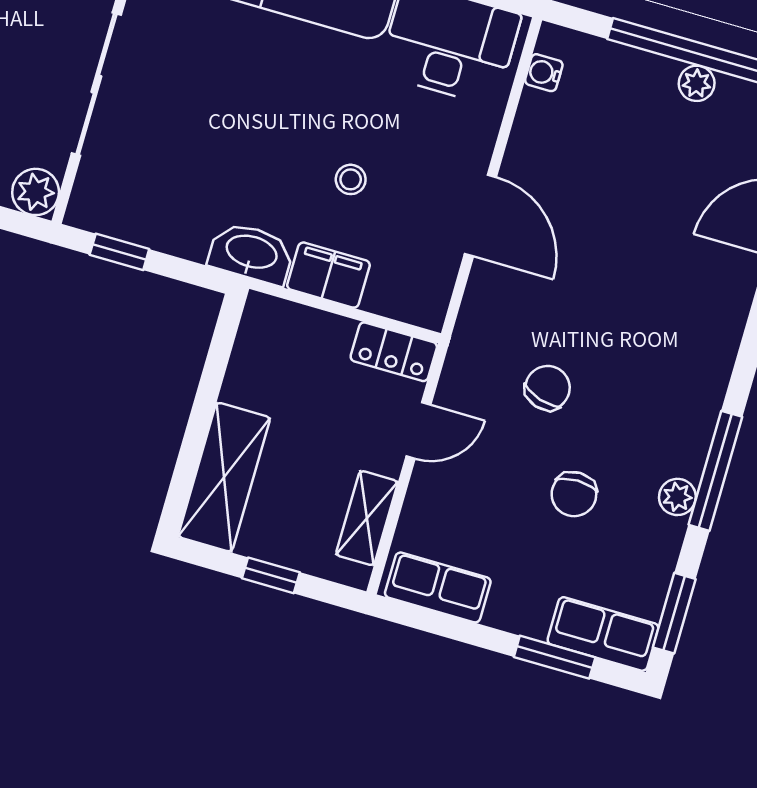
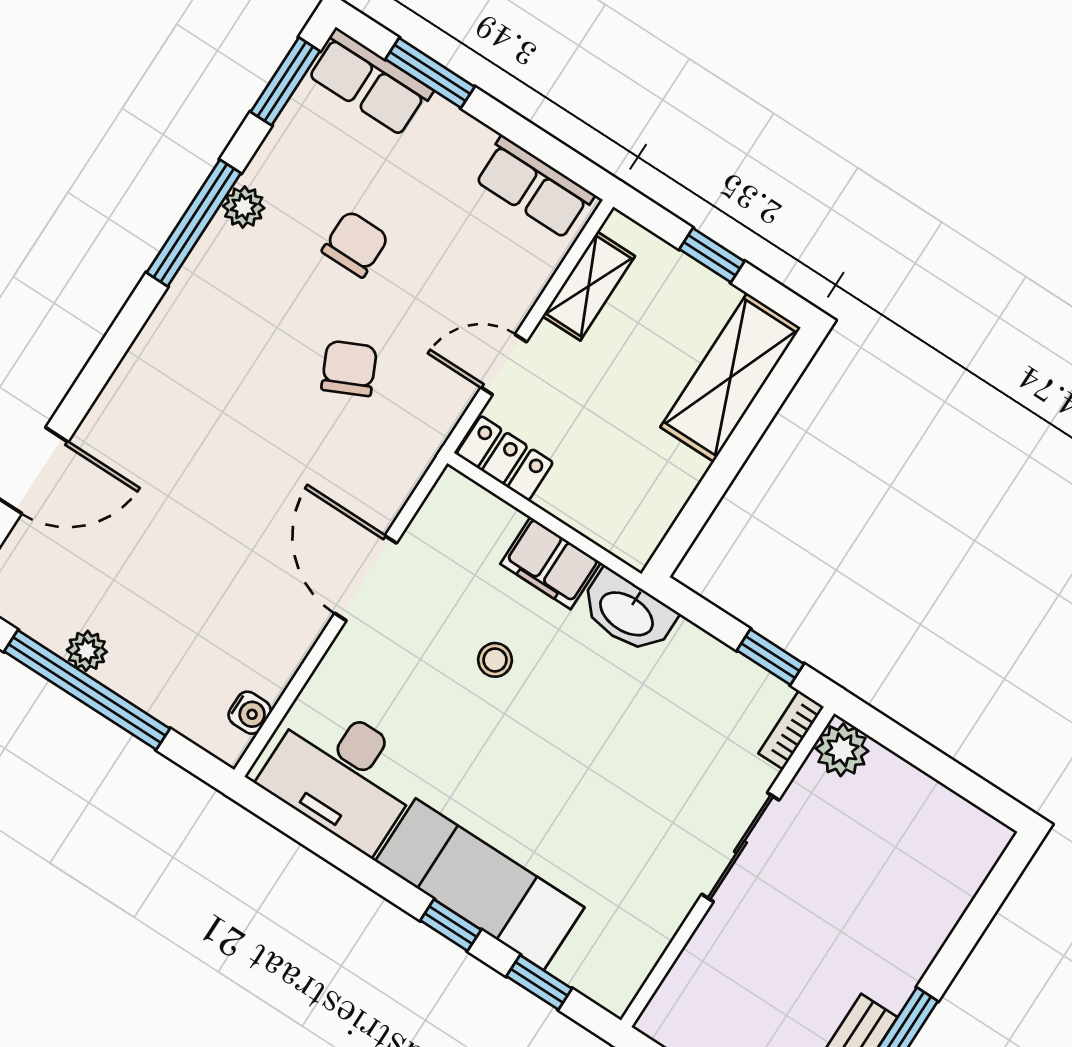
sliding door: (96, 84) -> (740, 847), width x0.73
bookcase: (83, 196) -> (791, 730), added
chair: (548, 388) -> (349, 368), turned 138

